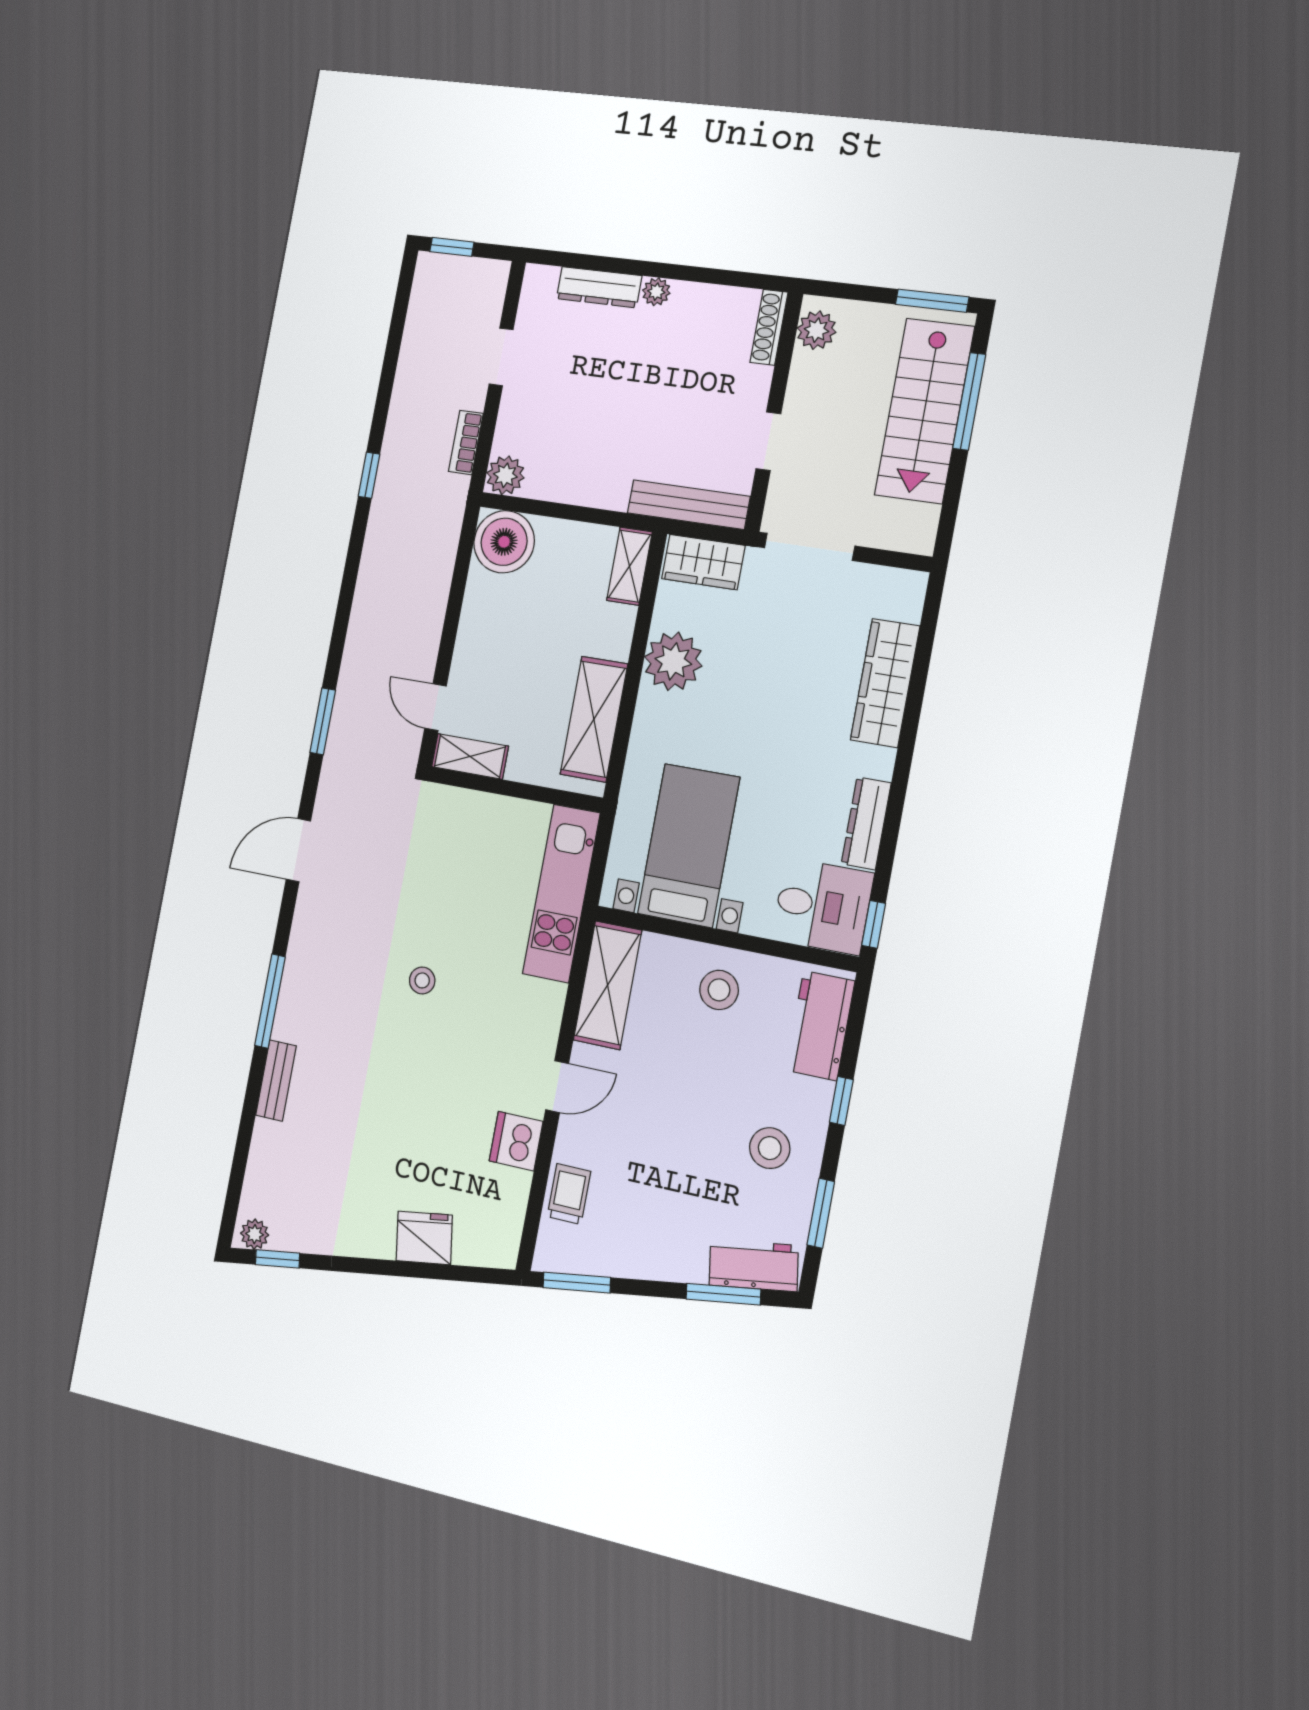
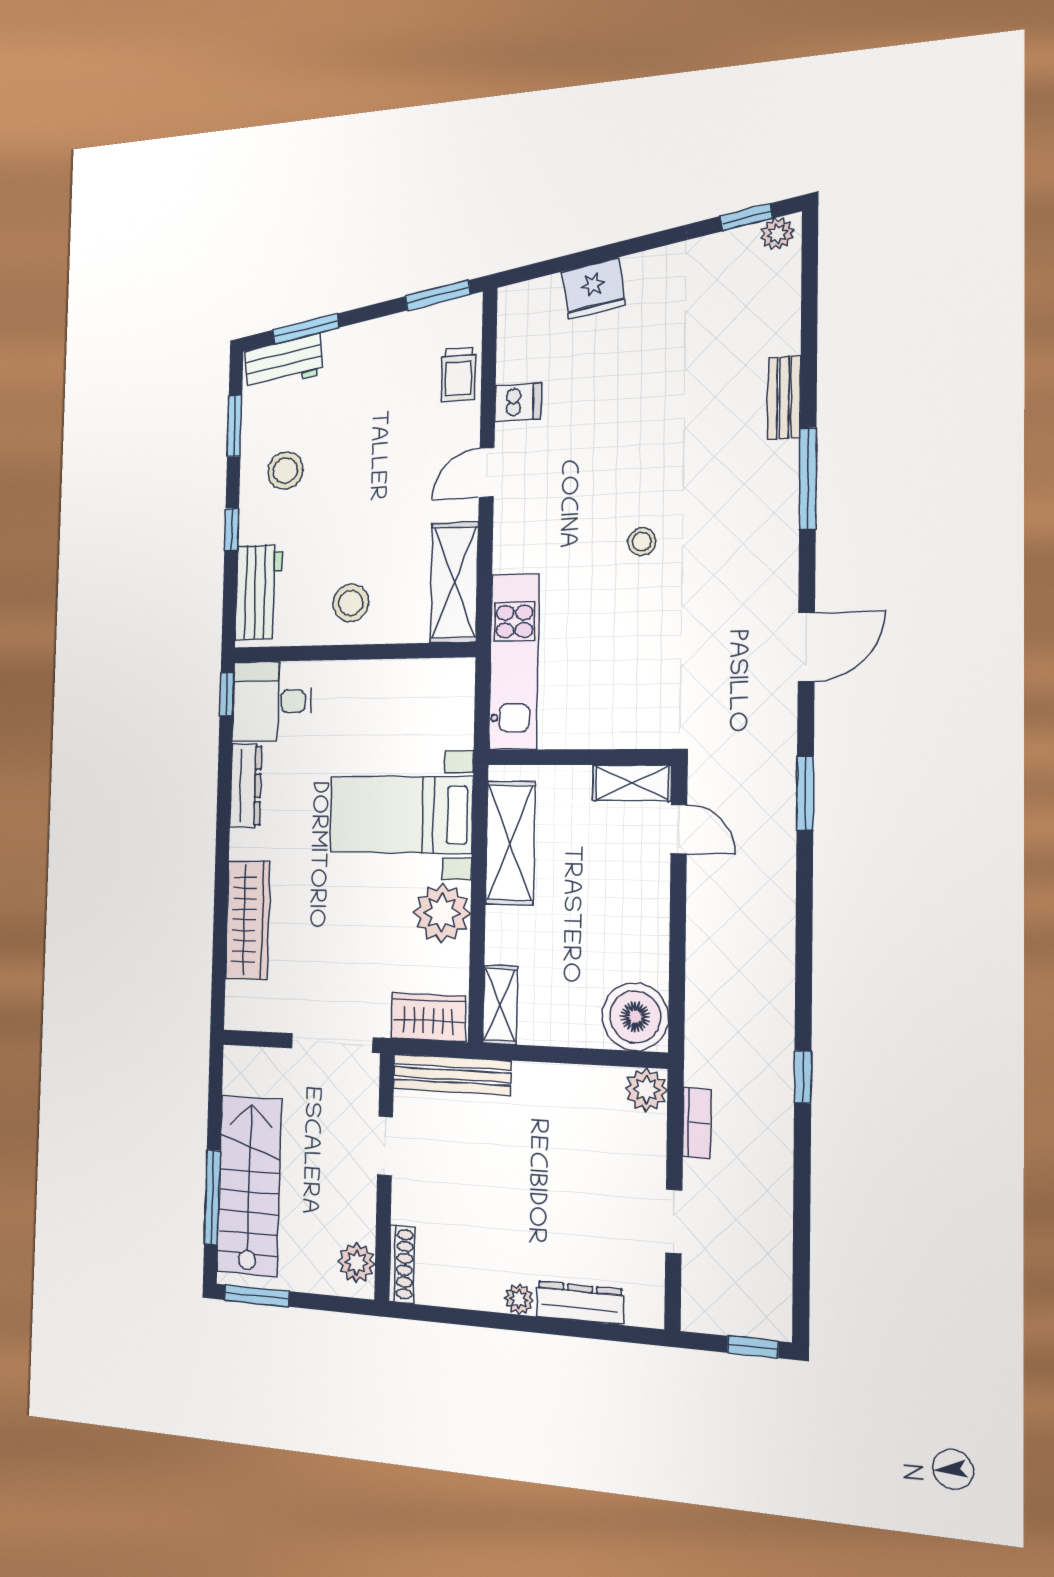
bed with nightstands: (689, 846) -> (401, 815), moved, turned 90
dishwasher: (516, 1141) -> (518, 402), width x0.73

